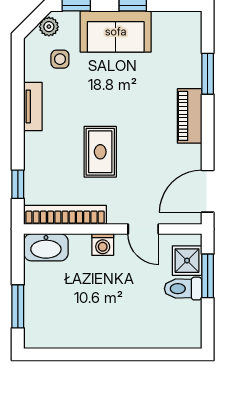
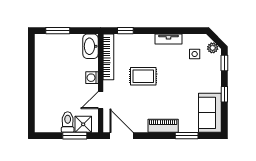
sofa: (116, 31) -> (210, 113), moved

